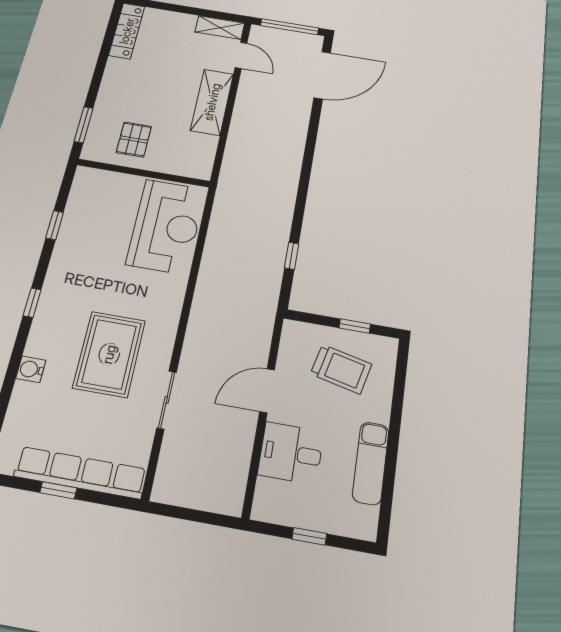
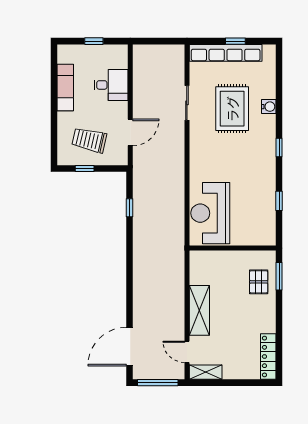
pallet: (134, 139) -> (259, 282), moved
rug: (109, 354) -> (232, 109), moved
door: (267, 391) -> (130, 132), moved

